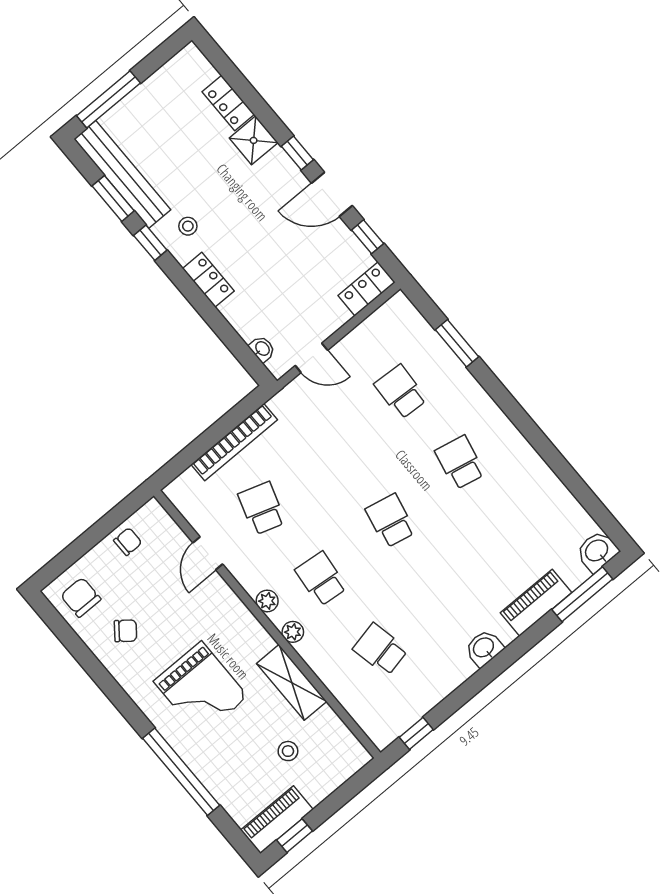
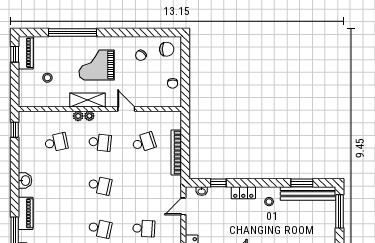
window: (150, 243) -> (218, 183), moved
school desk: (262, 508) -> (144, 142), turned -36
door: (208, 553) -> (126, 109), moved
plant: (267, 601) -> (78, 116), moved
shelving: (292, 682) -> (87, 100), moved

